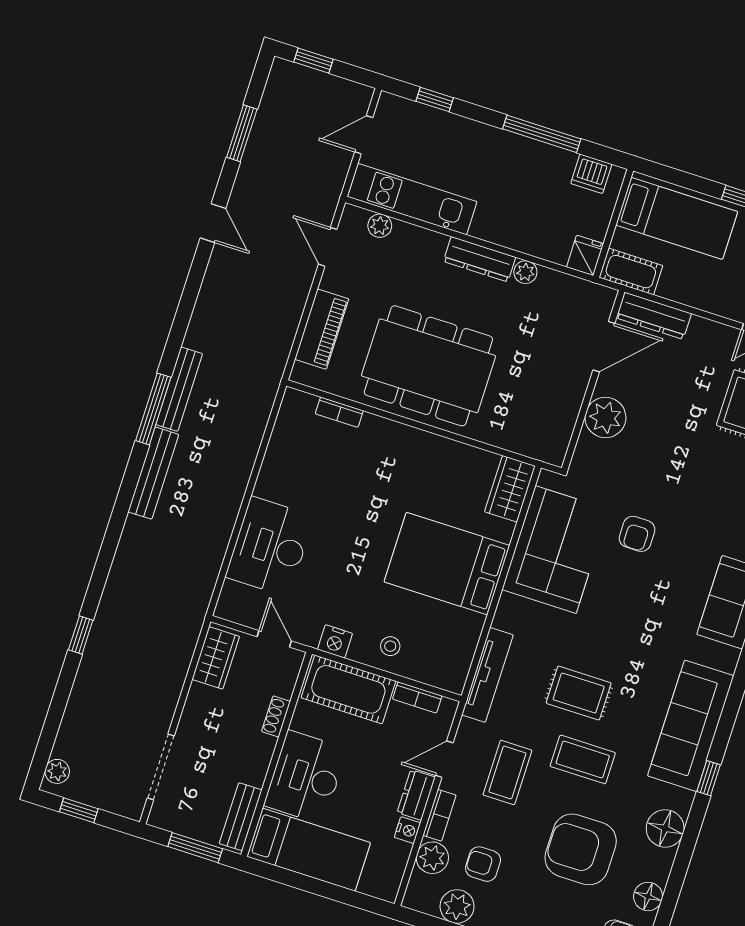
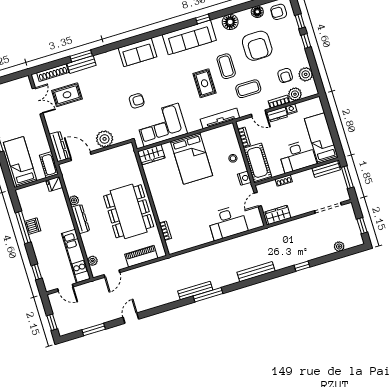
dishwasher: (591, 174) -> (33, 226), moved
bench: (153, 473) -> (256, 272), moved
plant: (57, 771) -> (339, 247), moved

